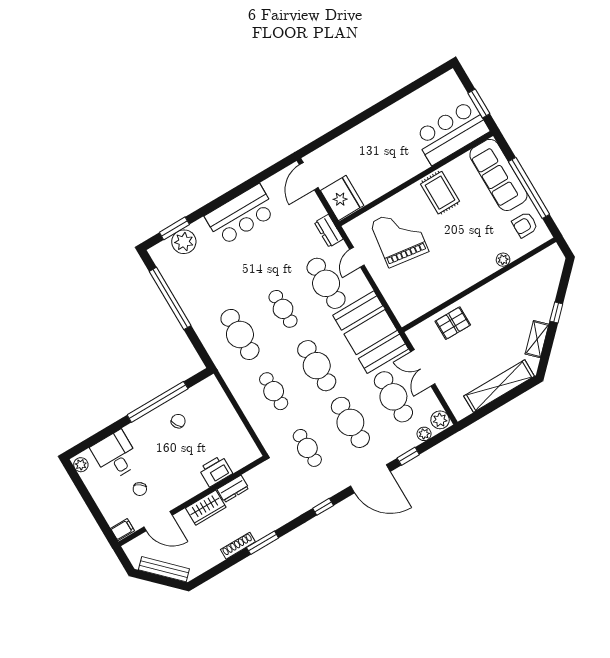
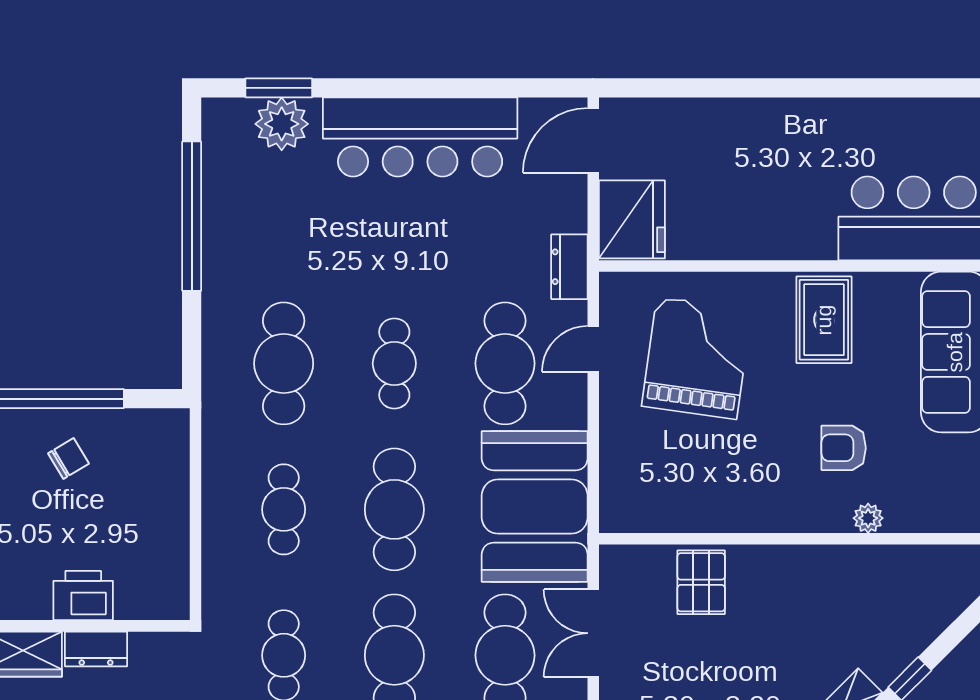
bar counter: (241, 215) -> (420, 137), width x1.36
armchair: (525, 225) -> (844, 448), moved
pallet: (453, 323) -> (701, 582), turned 90

